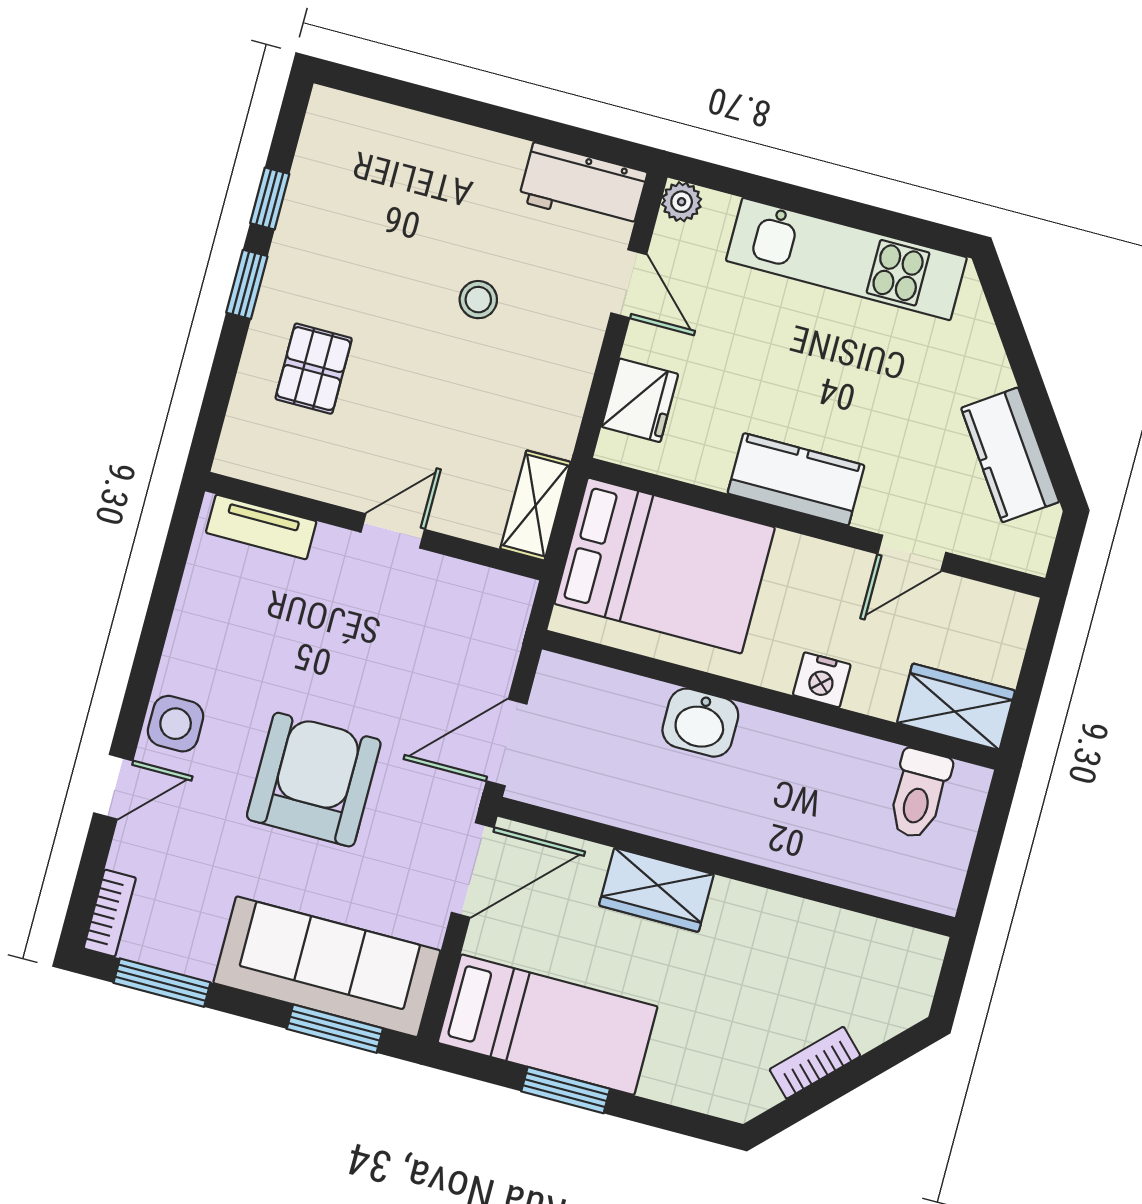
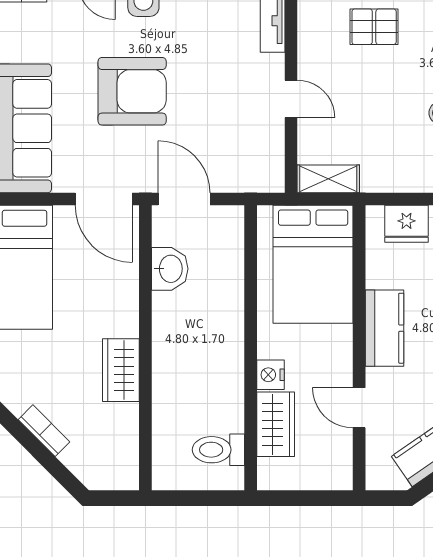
wardrobe: (956, 707) -> (276, 424), moved
washbasin: (700, 723) -> (170, 269), moved, turned 180
wardrobe: (656, 890) -> (121, 370), moved

